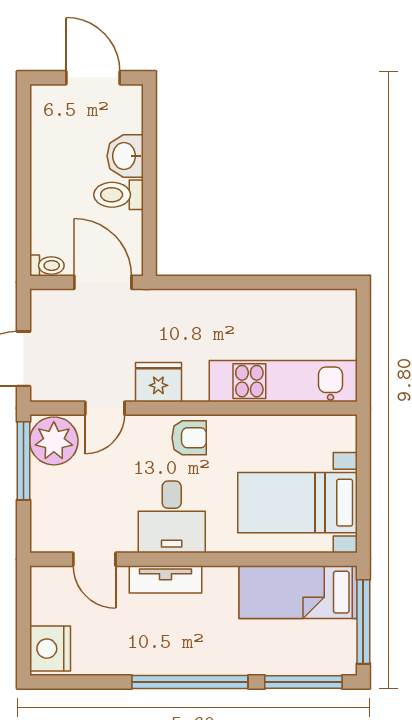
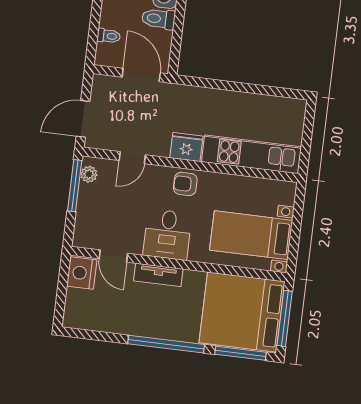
toilet: (47, 265) -> (109, 36), moved
fridge: (158, 382) -> (186, 147), moved
armchair: (189, 438) -> (185, 184), turned 180
plant: (54, 441) -> (89, 174), width x0.53, depth x0.53
bed: (298, 592) -> (242, 312), width x2.04
nightstand: (50, 649) -> (82, 273), moved

